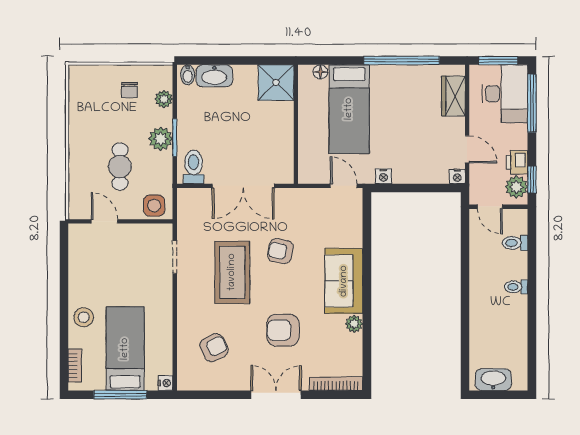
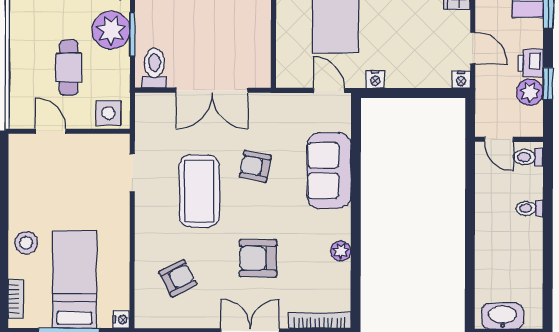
plant: (161, 139) -> (111, 30), width x1.36, depth x1.36
door: (490, 207) -> (499, 139), moved
wall: (498, 207) -> (509, 139), moved
sofa: (344, 281) -> (329, 171), moved

